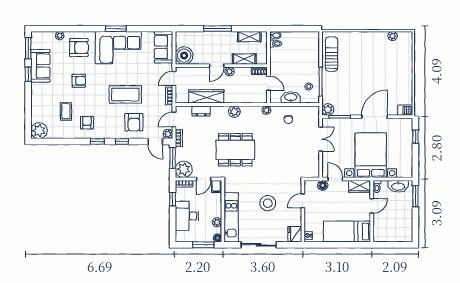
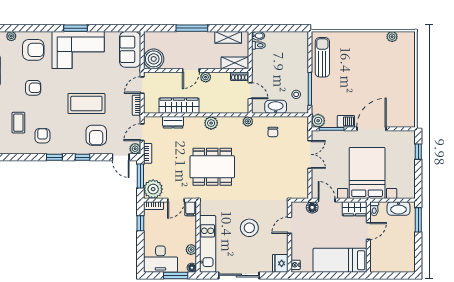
shelving: (244, 59) -> (235, 63), moved
barbecue: (405, 110) -> (346, 121), moved
desk: (187, 216) -> (160, 259), moved, turned -90

